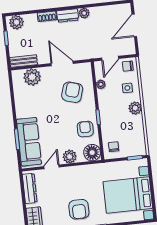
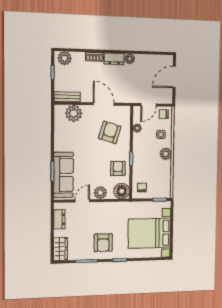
dresser: (30, 188) -> (59, 219), width x0.70

